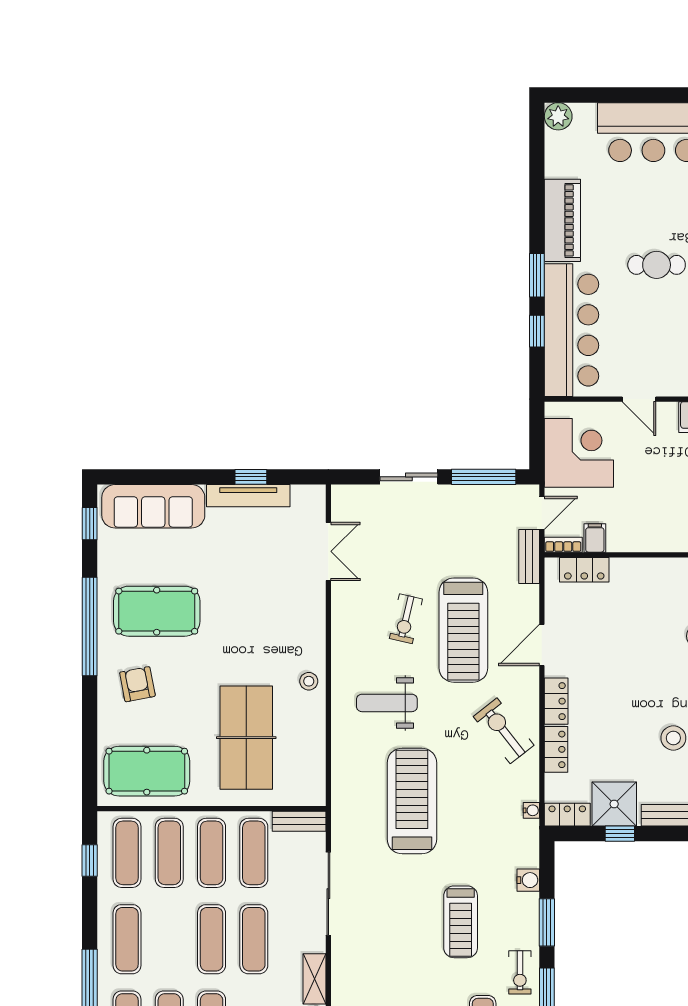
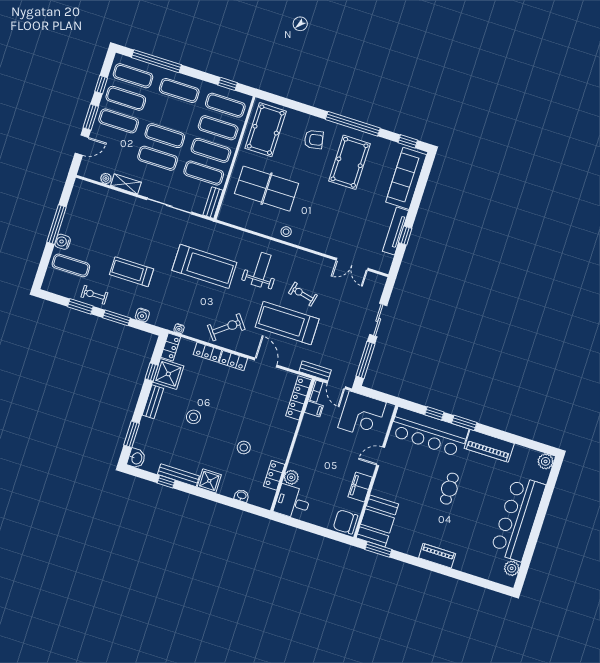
locker: (584, 570) -> (299, 398), width x1.53

